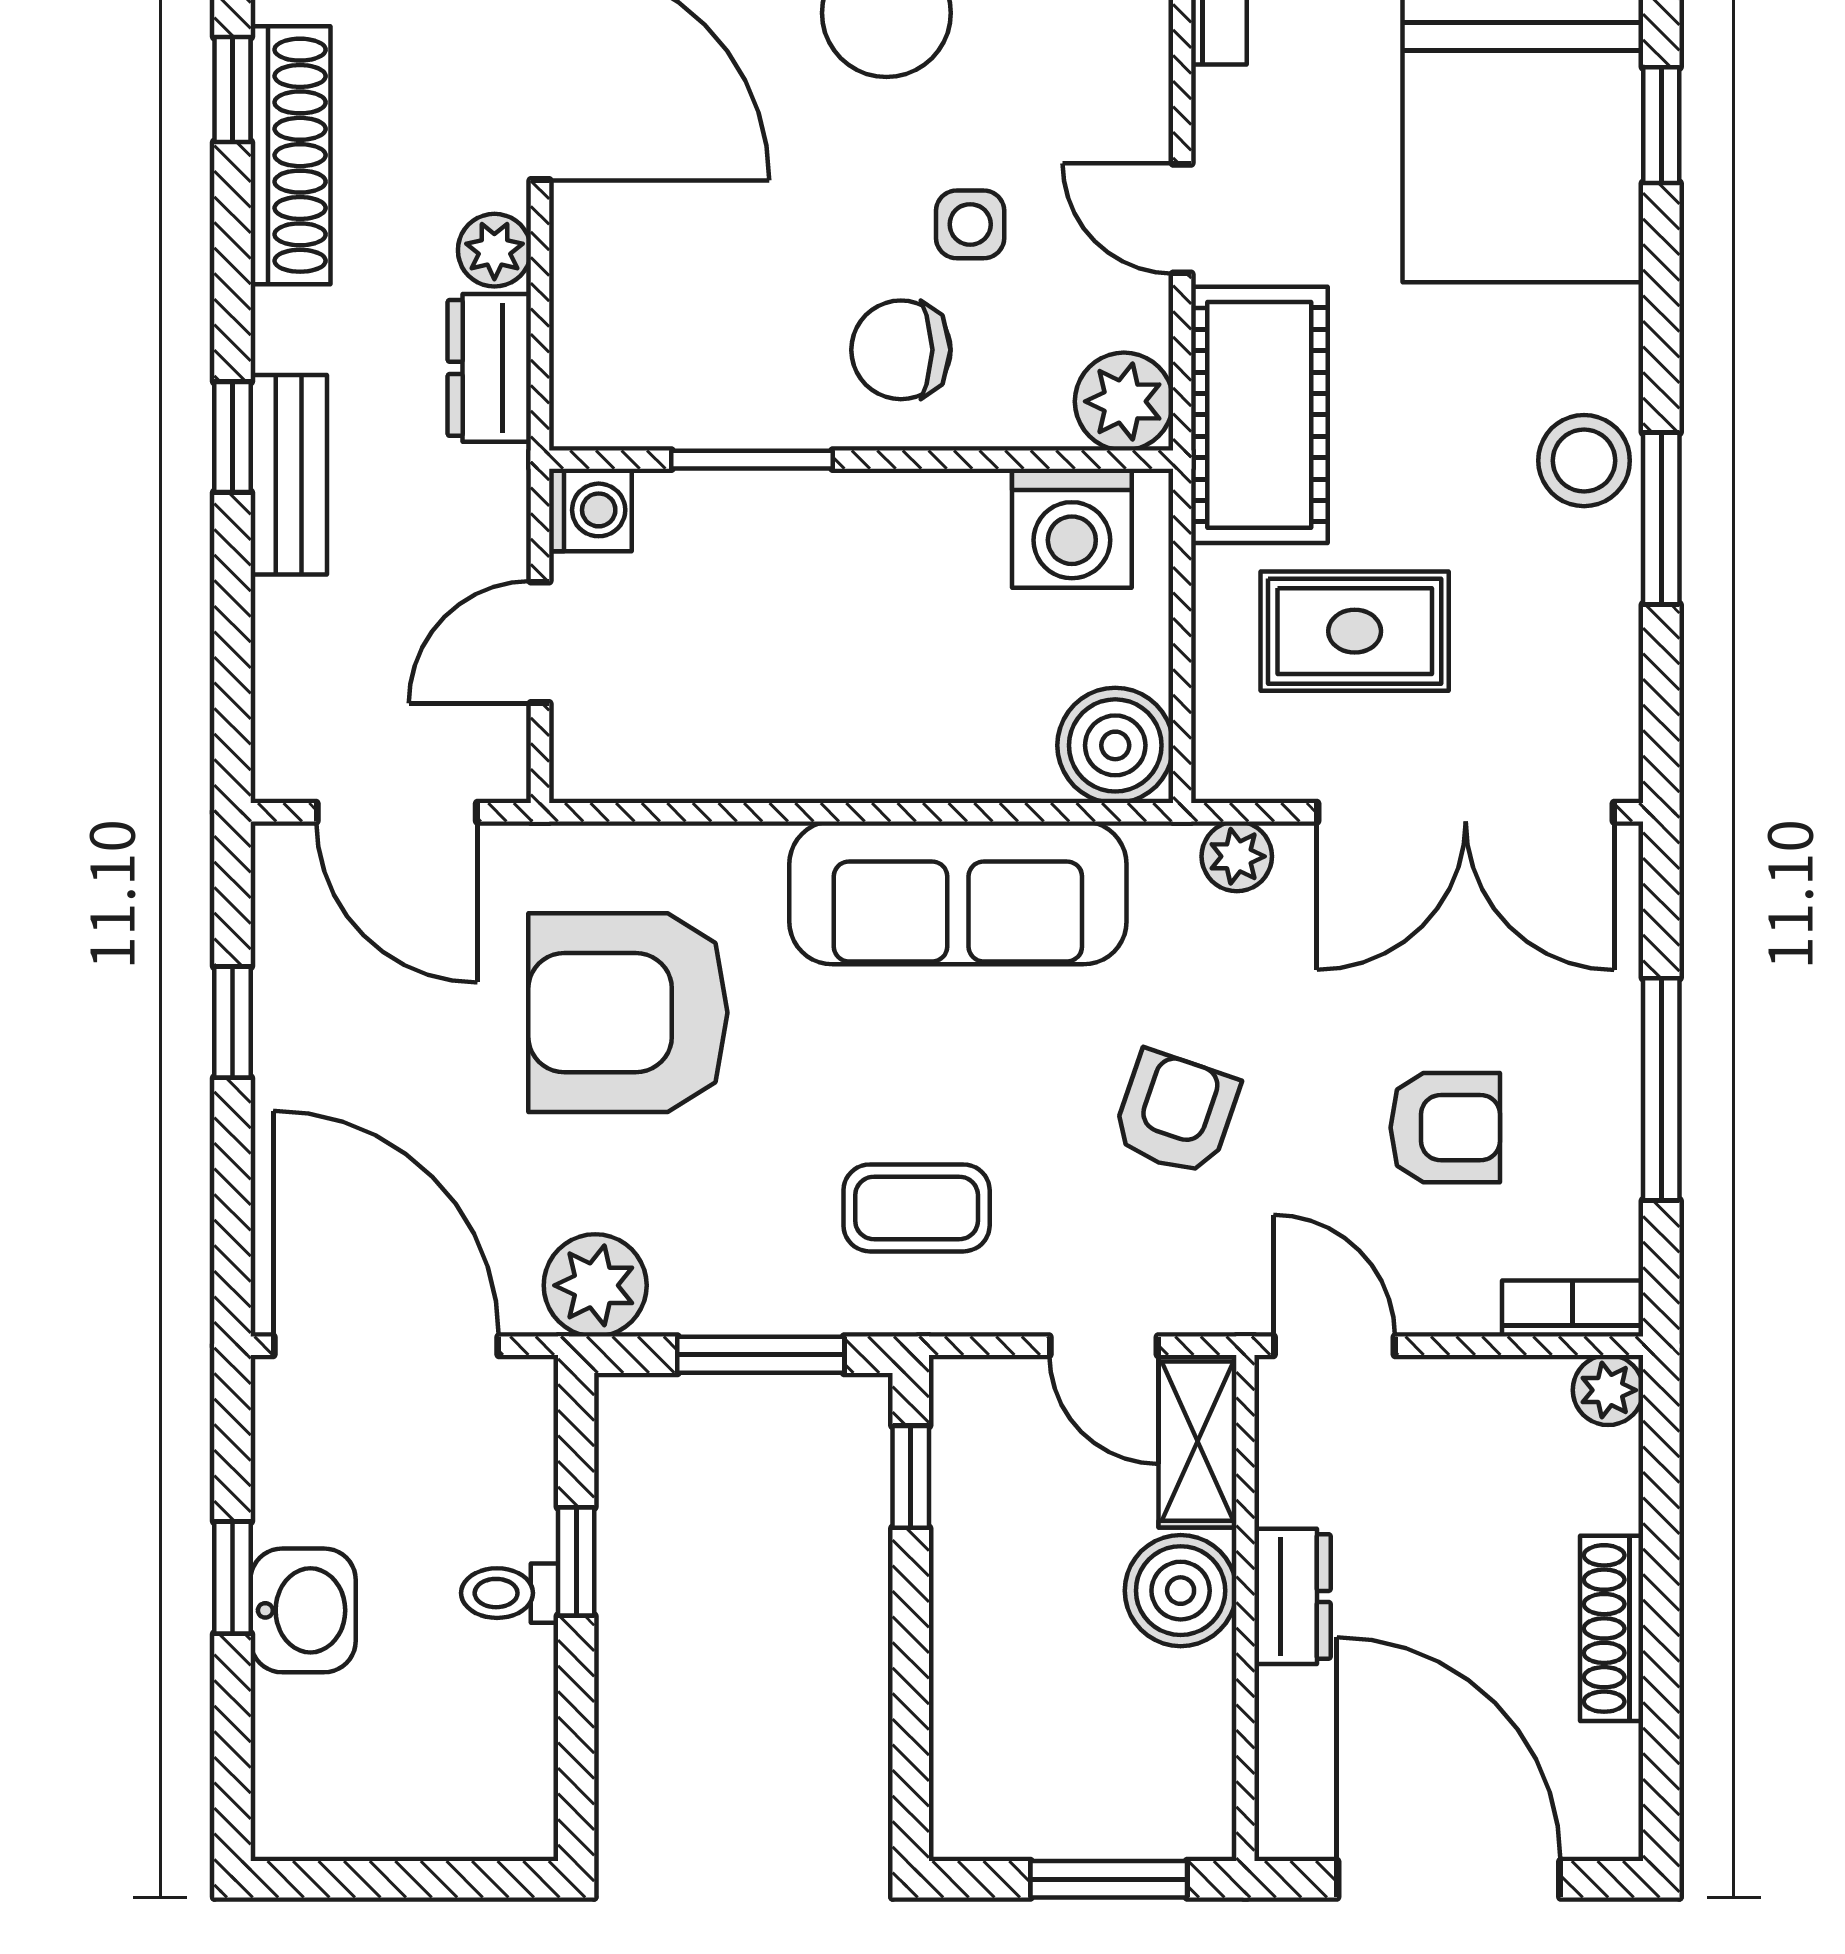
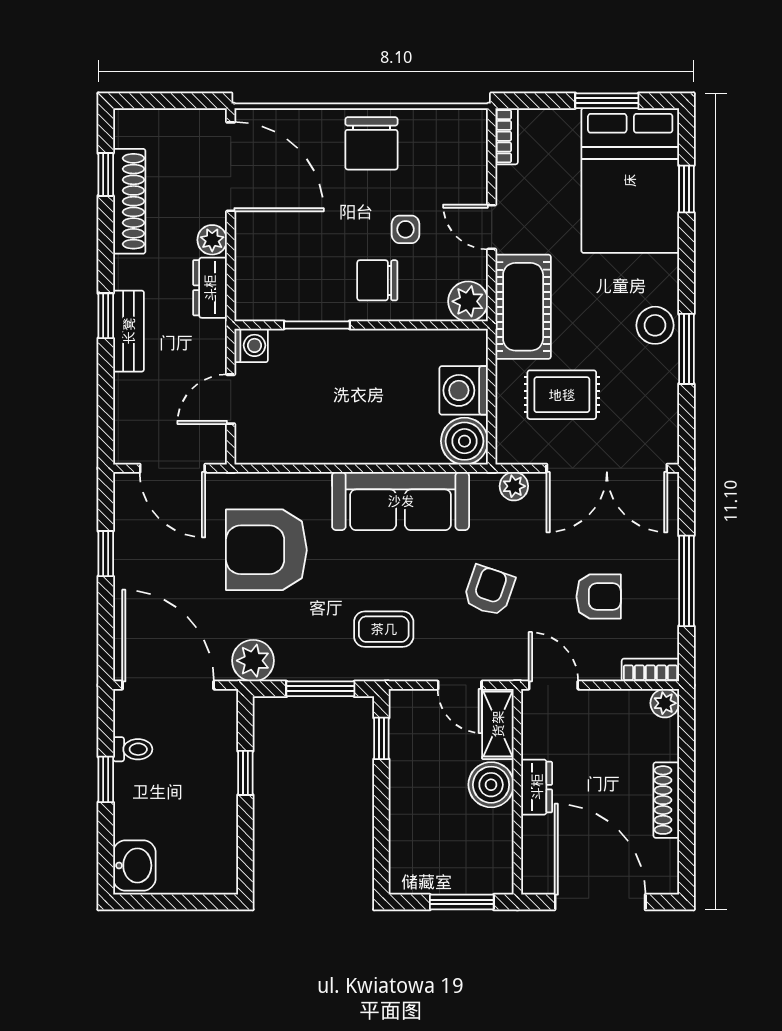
washing machine: (1072, 528) -> (464, 390), moved, turned 90
toilet: (510, 1593) -> (133, 749), moved, turned 180
washbasin: (303, 1610) -> (134, 865), moved

